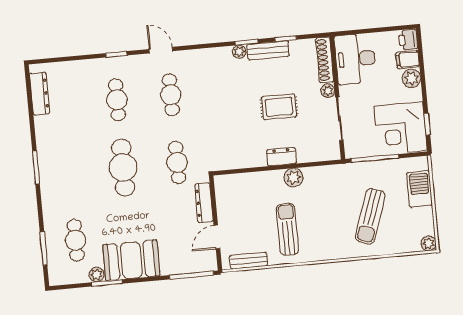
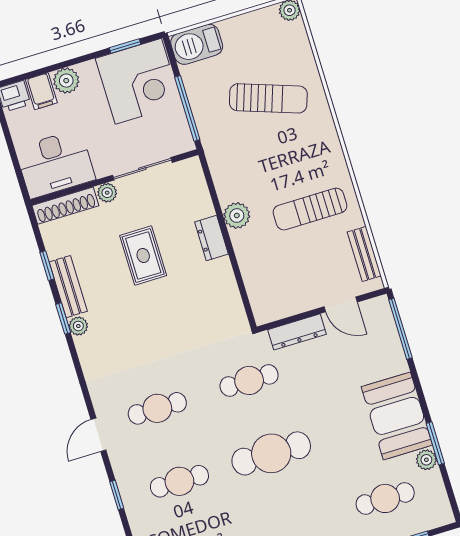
barbecue: (420, 189) -> (197, 44), moved

